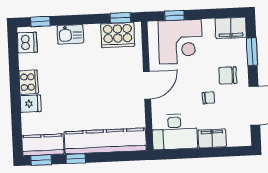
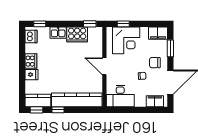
cooker: (118, 35) -> (77, 34), moved
door: (147, 85) -> (104, 66), swing flipped
filing cabinet: (212, 138) -> (155, 101), moved

